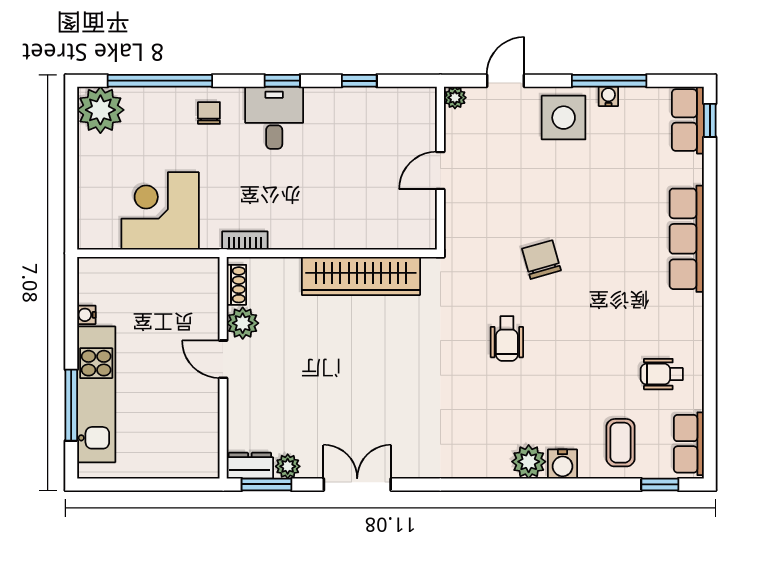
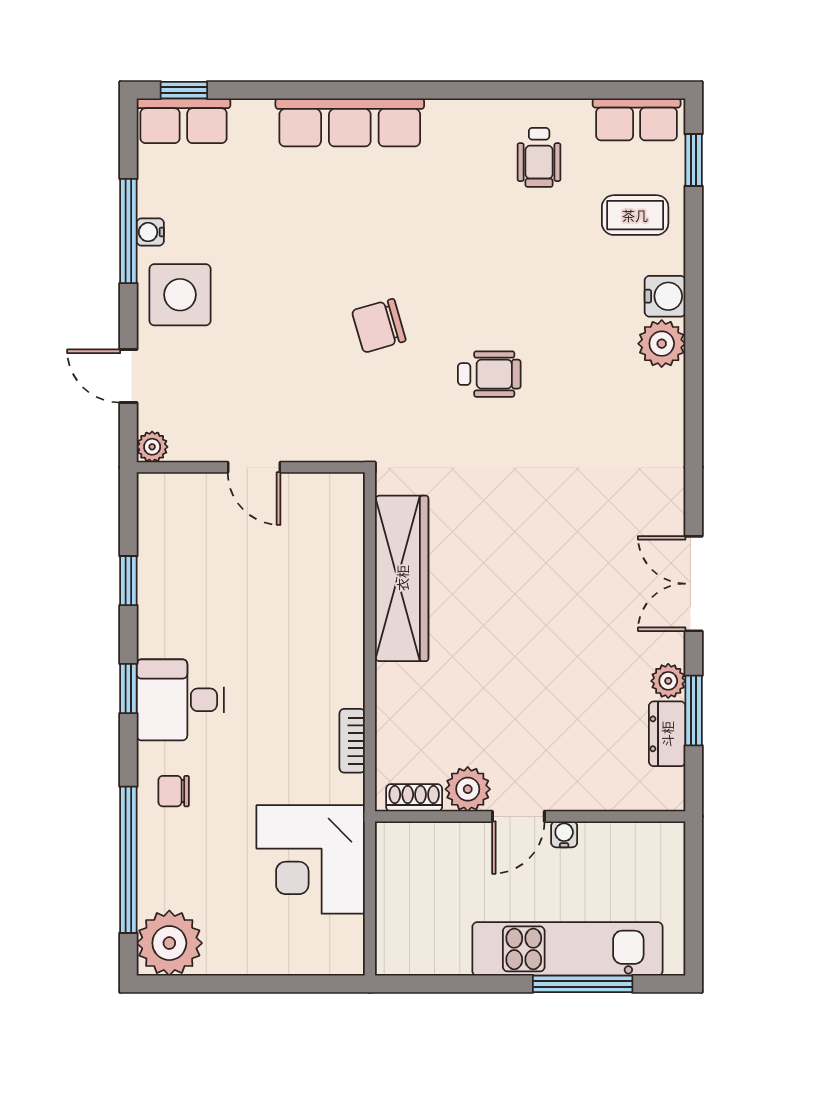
shoe rack: (236, 285) -> (414, 798), moved
water cooler: (86, 315) -> (564, 834), moved, turned 180
plant: (243, 323) -> (468, 789), moved
door: (223, 359) -> (518, 816), moved
wall: (223, 368) -> (530, 816), moved

